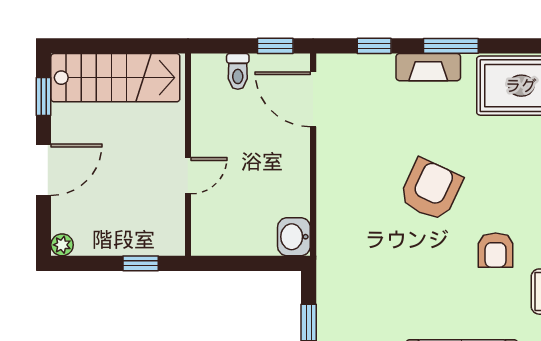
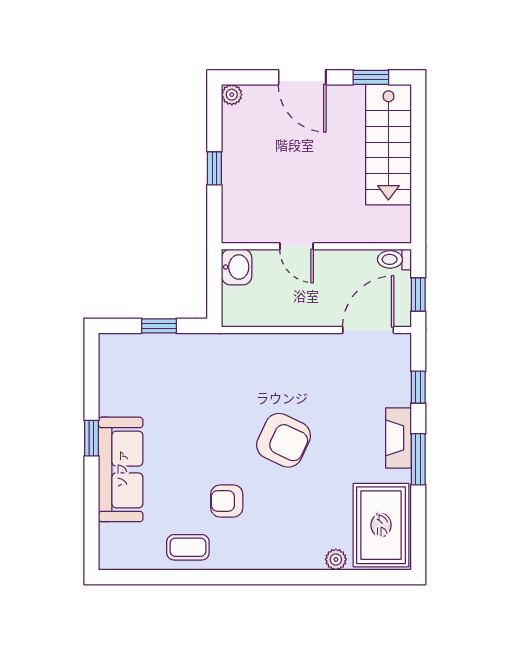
wall: (188, 155) -> (316, 246), moved
door: (188, 176) -> (297, 246), moved
washbasin: (294, 237) -> (237, 267), moved, turned 90

